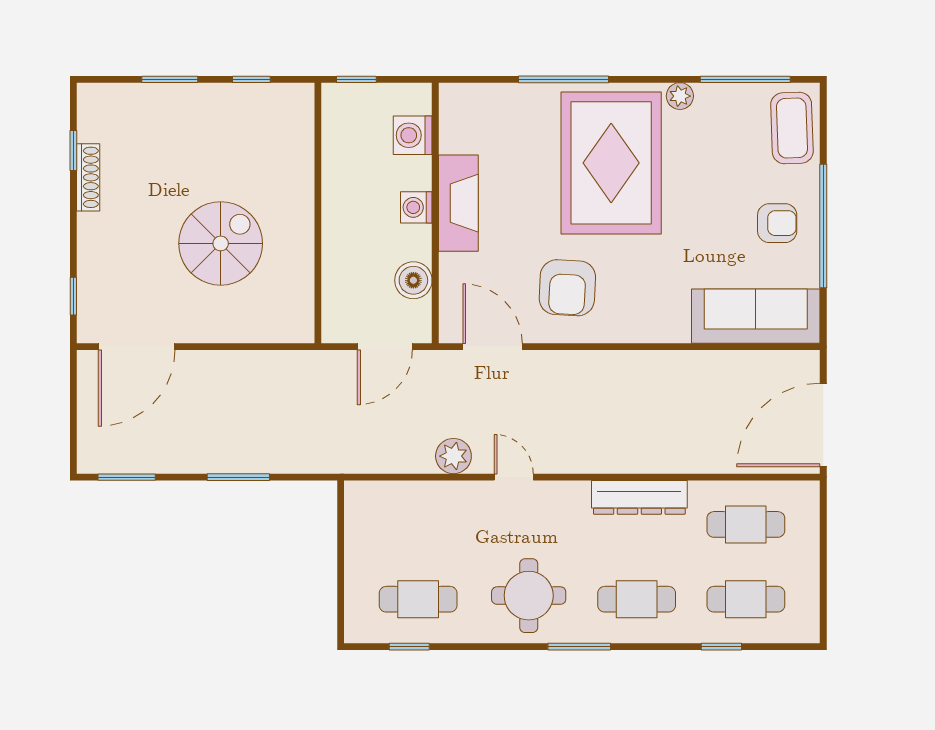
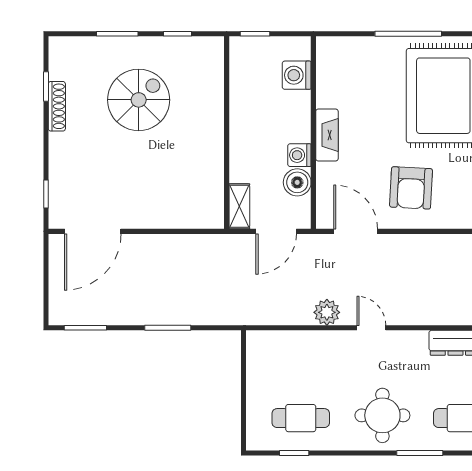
fireplace: (458, 203) -> (327, 135), width x0.73, depth x0.76
washing machine: (416, 207) -> (299, 155), moved
spiral stairs: (221, 243) -> (139, 100), moved
shelving: (335, 313) -> (239, 206), added

